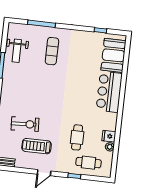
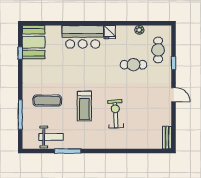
booth: (113, 55) -> (34, 42), moved, turned 90
exercise bike: (25, 124) -> (116, 114), moved
fridge: (109, 136) -> (110, 32), moved
treadmill: (37, 146) -> (84, 106), moved

